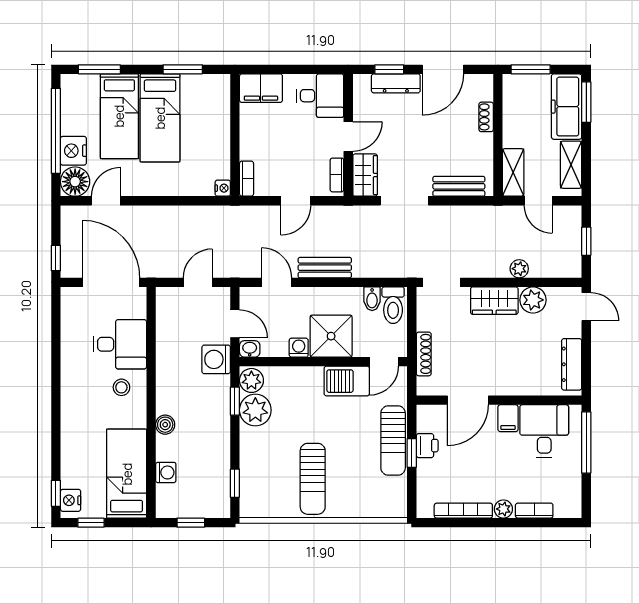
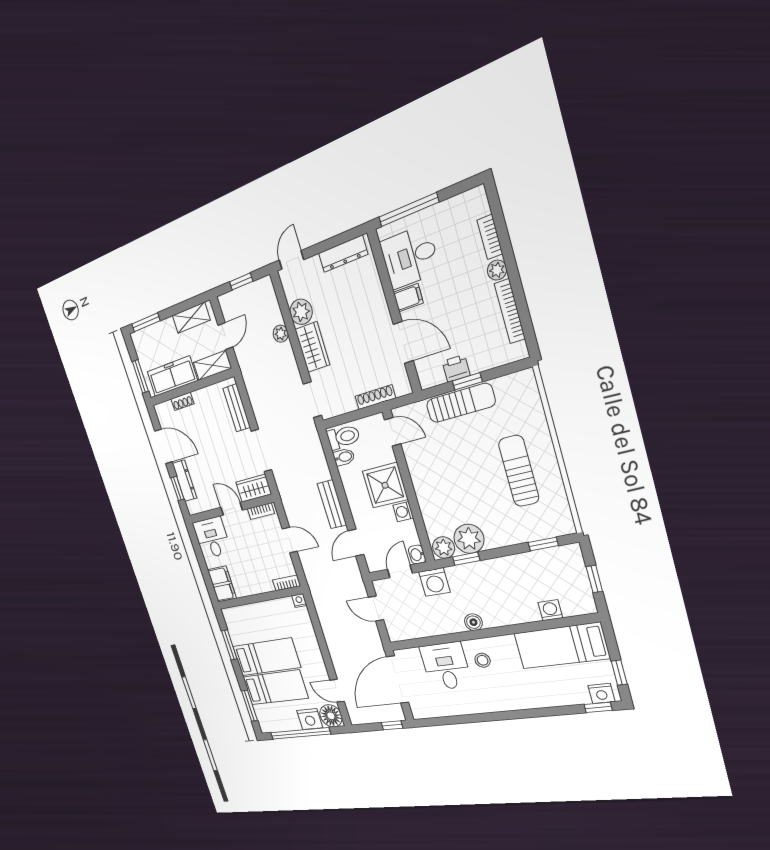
freezer: (567, 107) -> (172, 376), moved, turned 180
barbecue: (347, 381) -> (419, 461), removed
boiler: (165, 425) -> (473, 622), moved
sun lounger: (313, 479) -> (519, 471), turned -90

